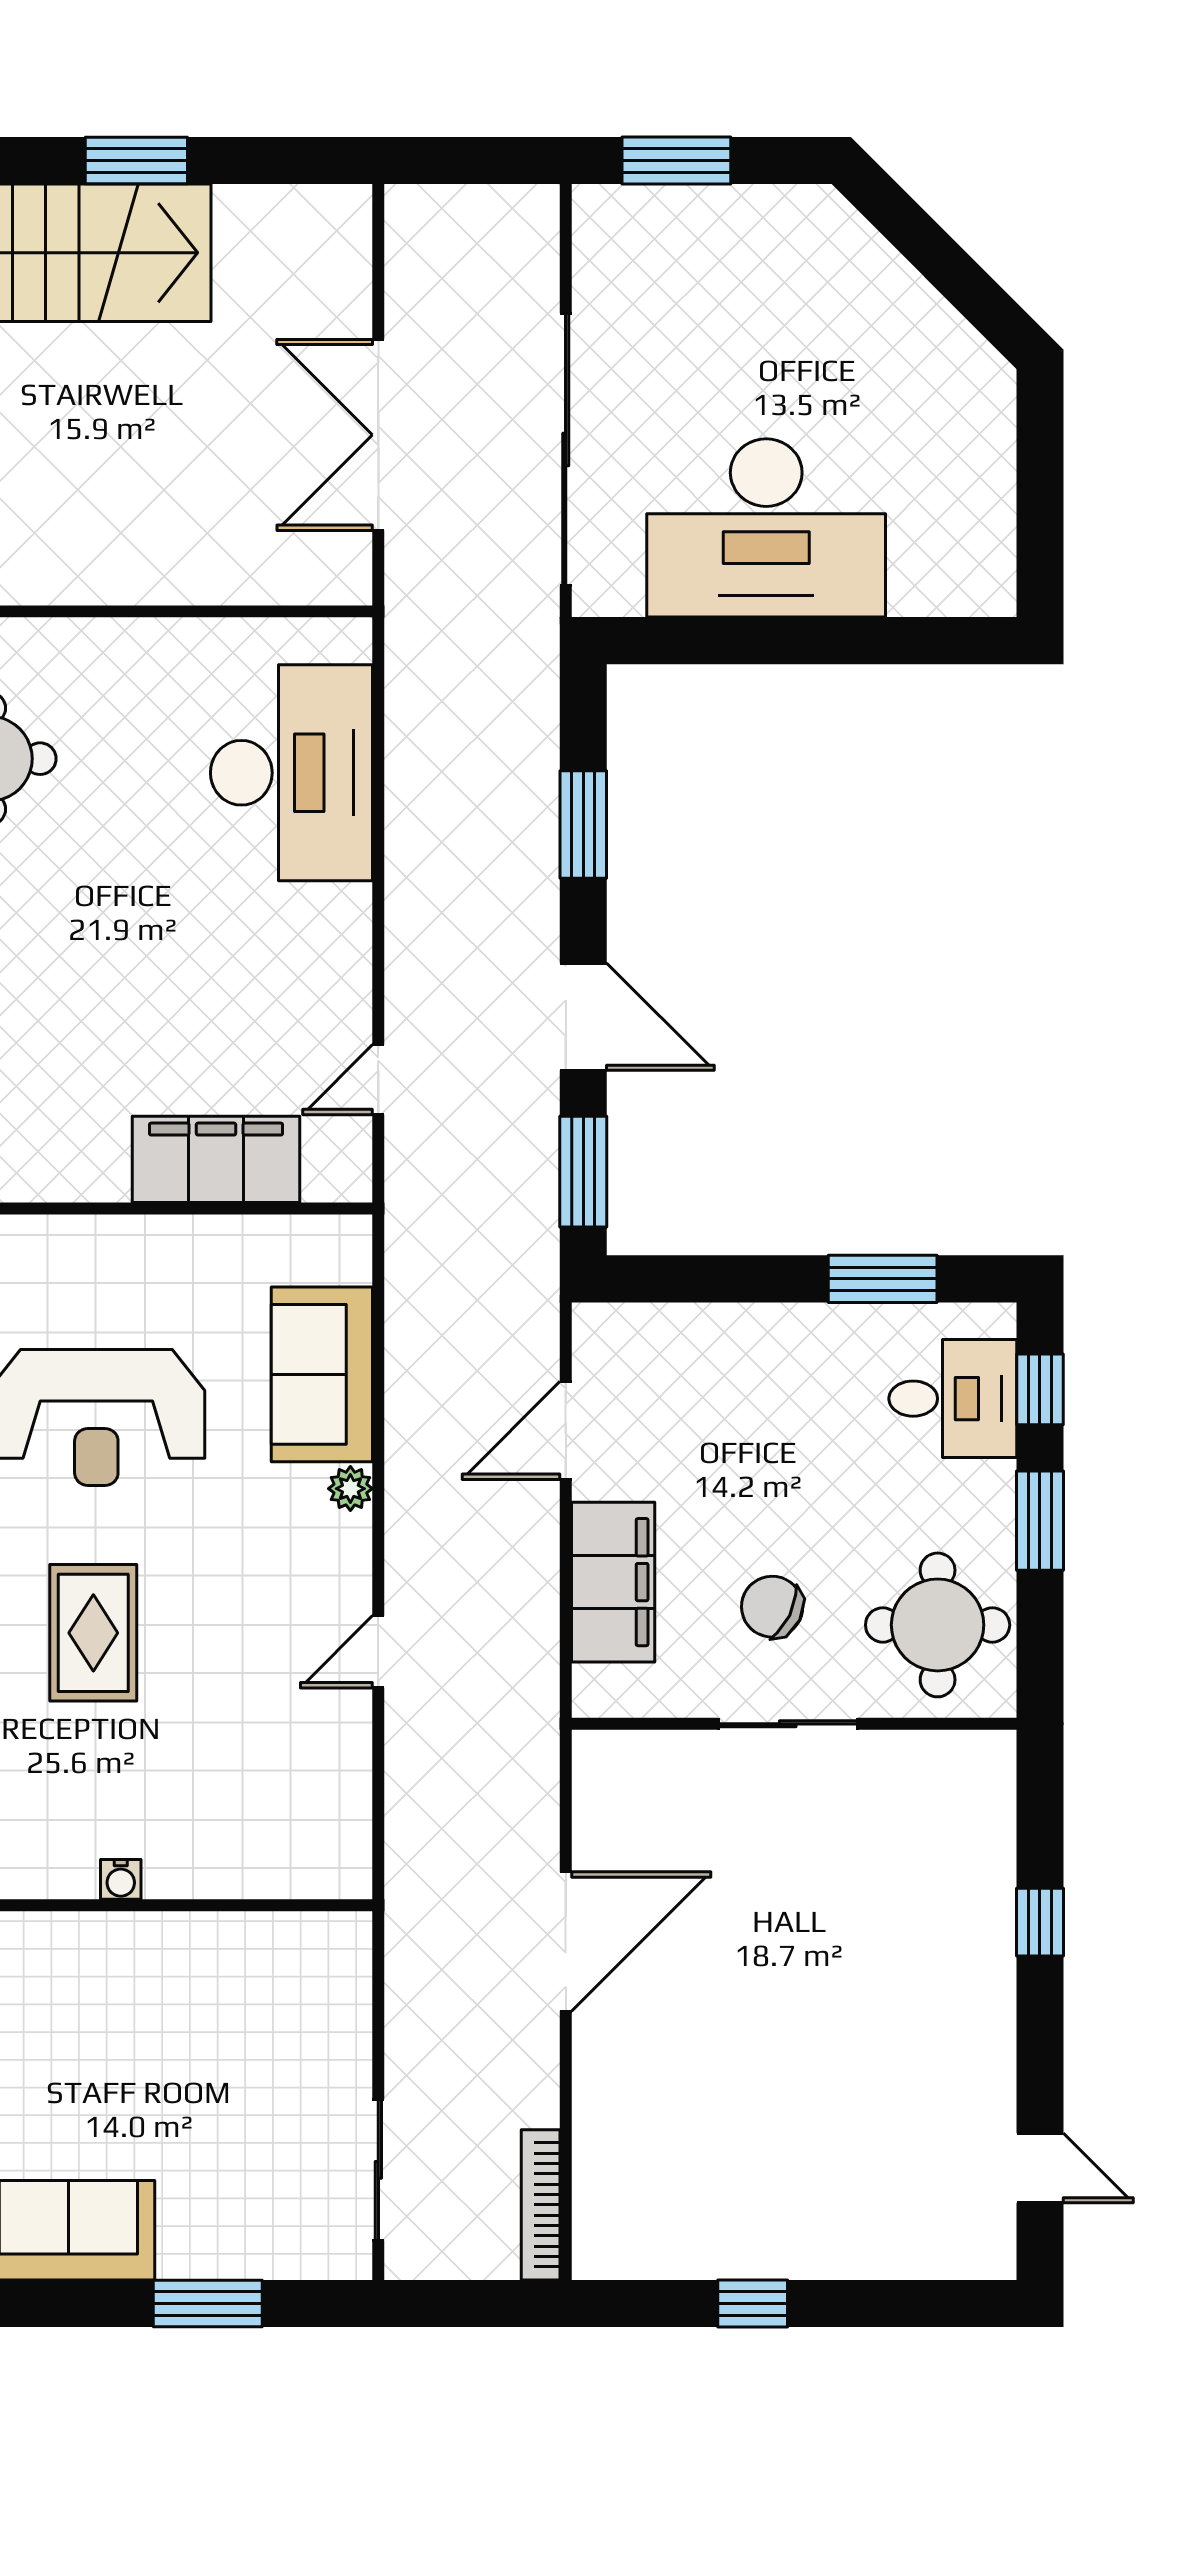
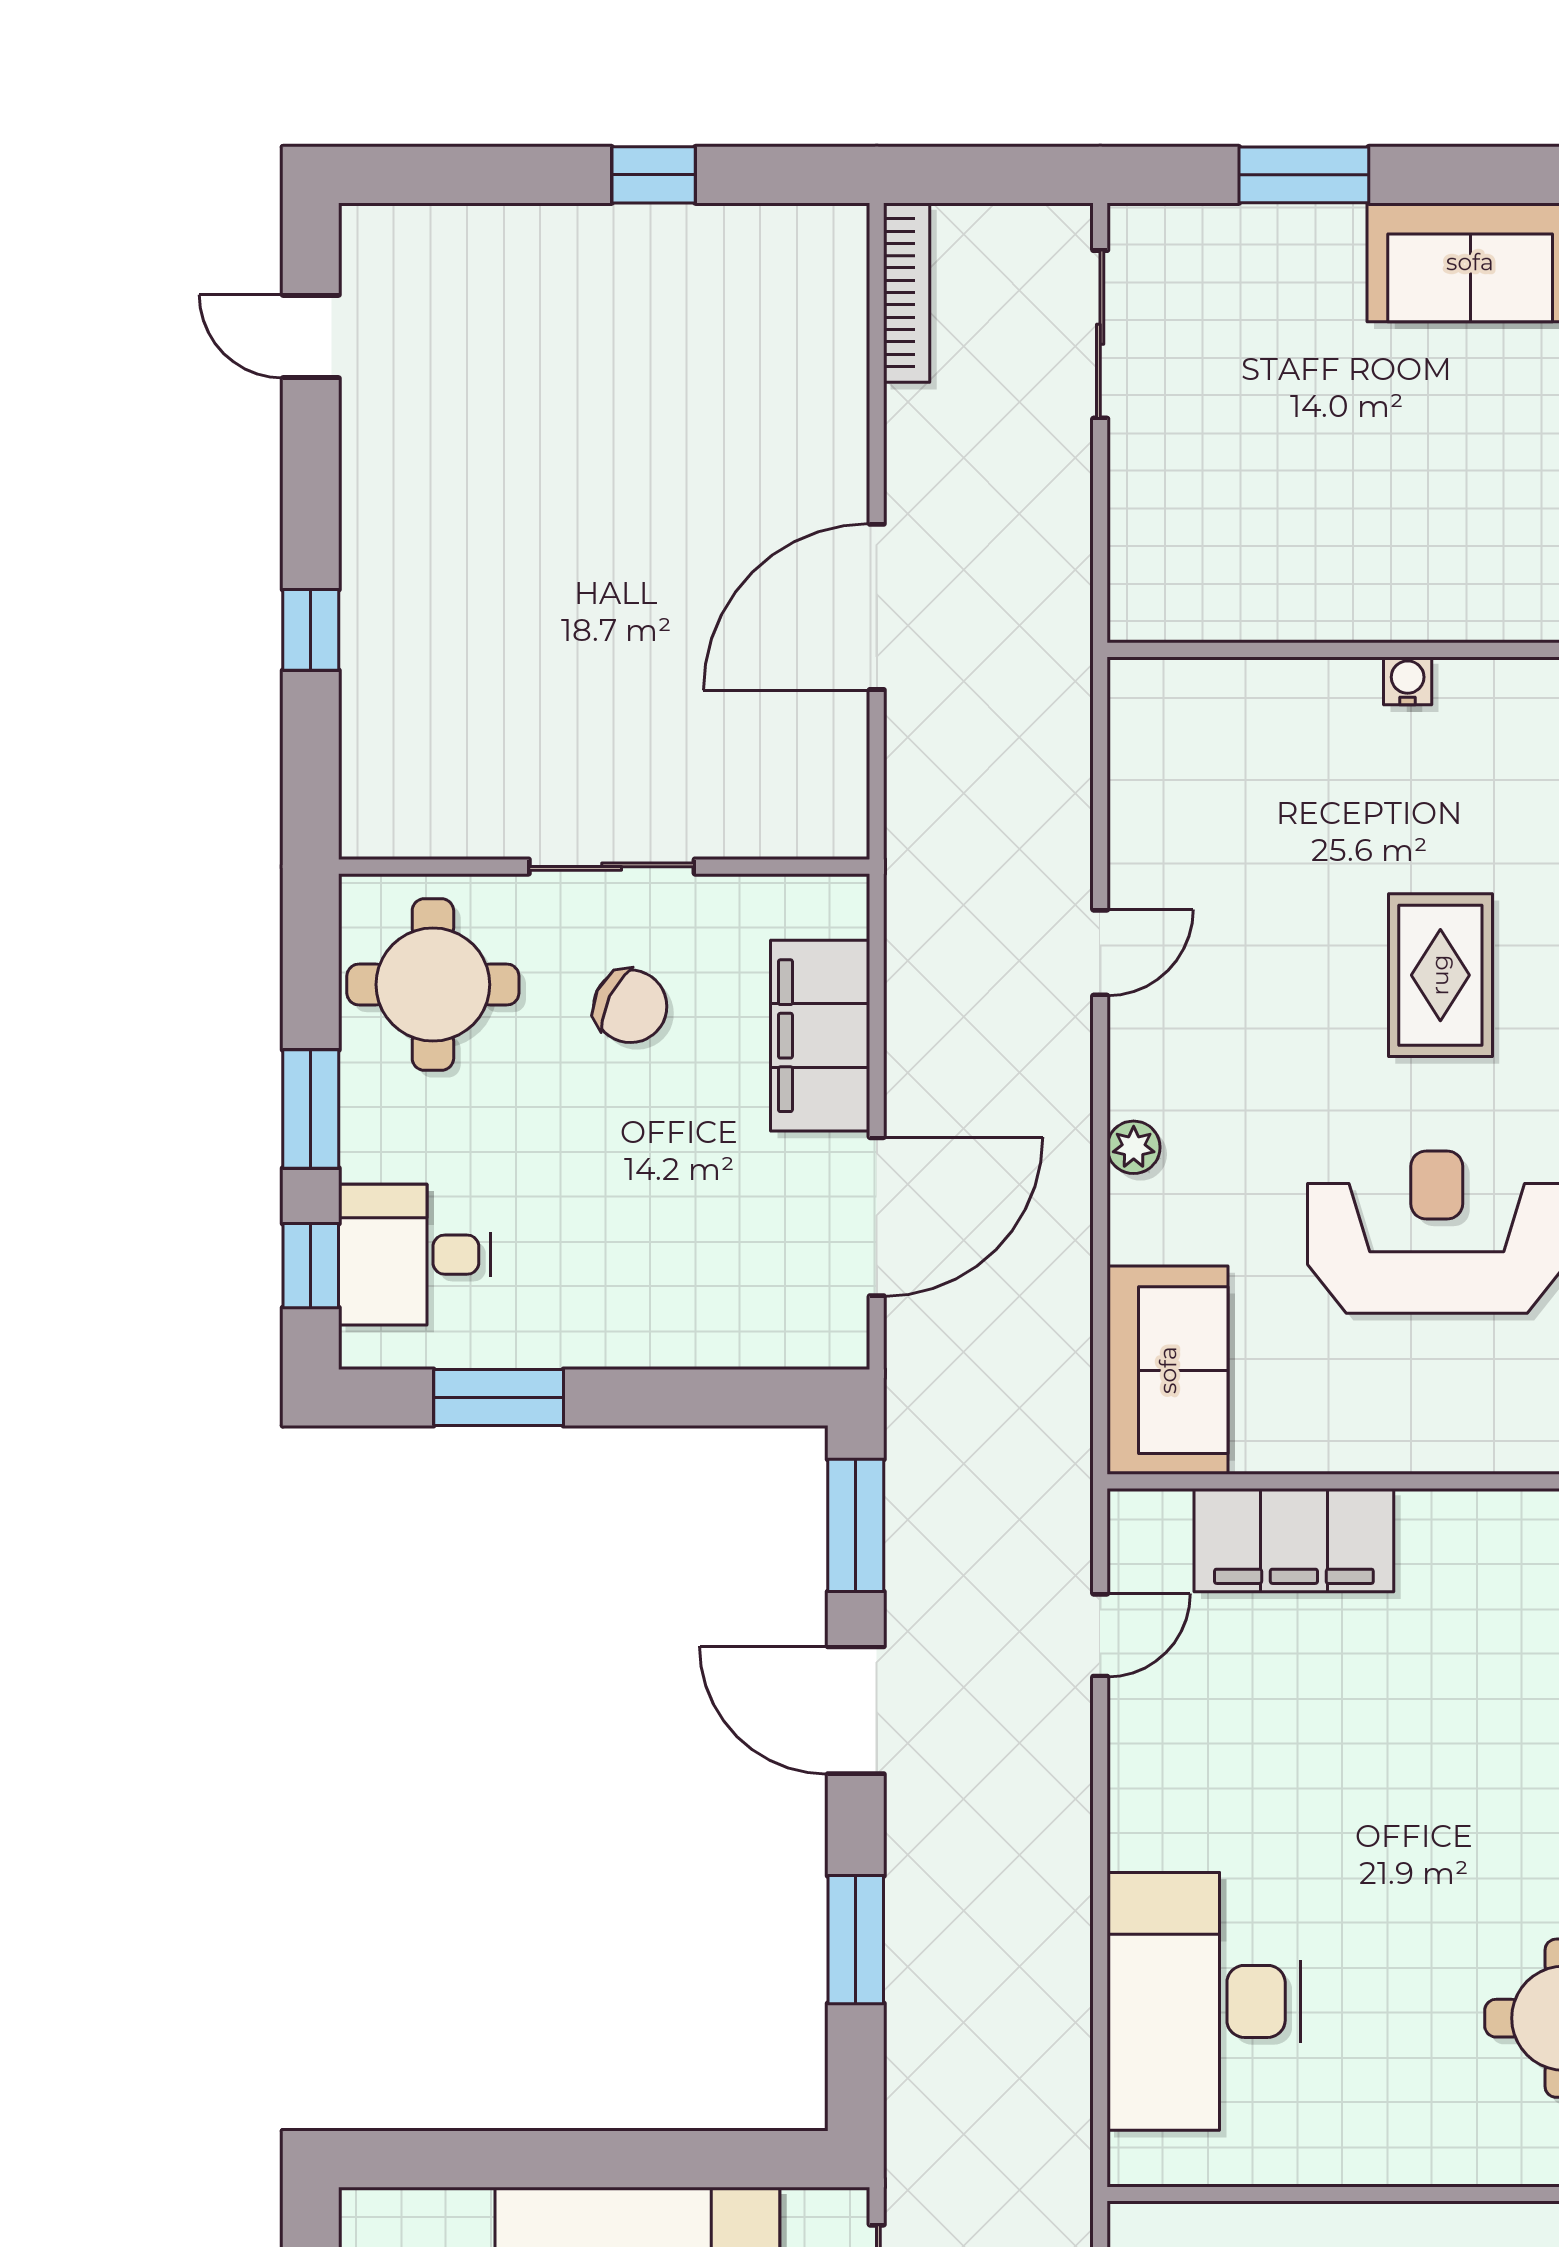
sofa: (322, 1374) -> (1168, 1370), moved
door: (566, 1430) -> (877, 1217), width x1.36

